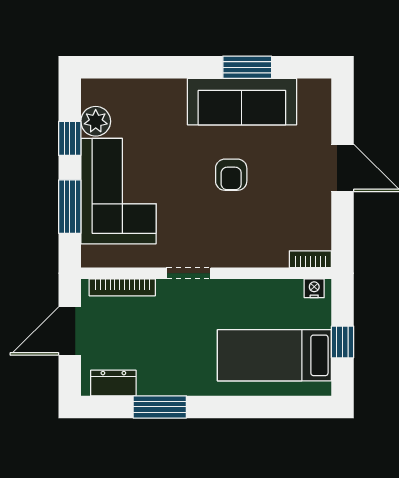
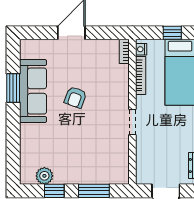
armchair: (231, 175) -> (75, 97), turned 110
corner sofa: (118, 191) -> (85, 163), removed
bookcase: (122, 287) -> (141, 75), moved

